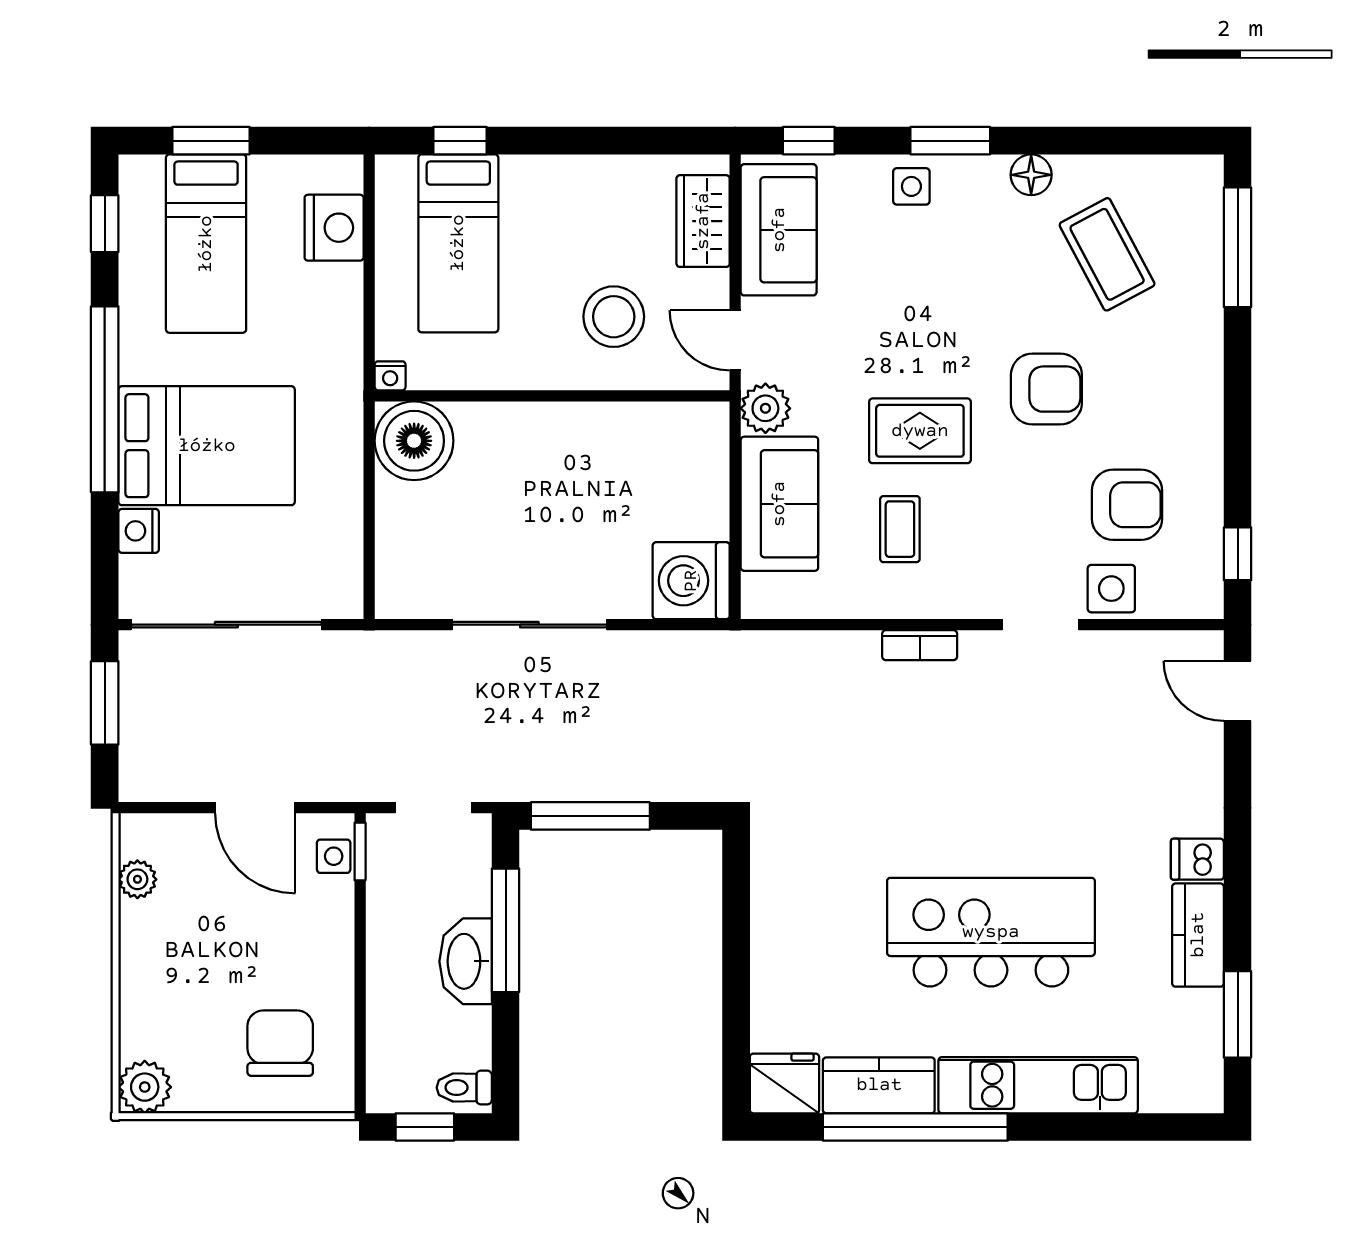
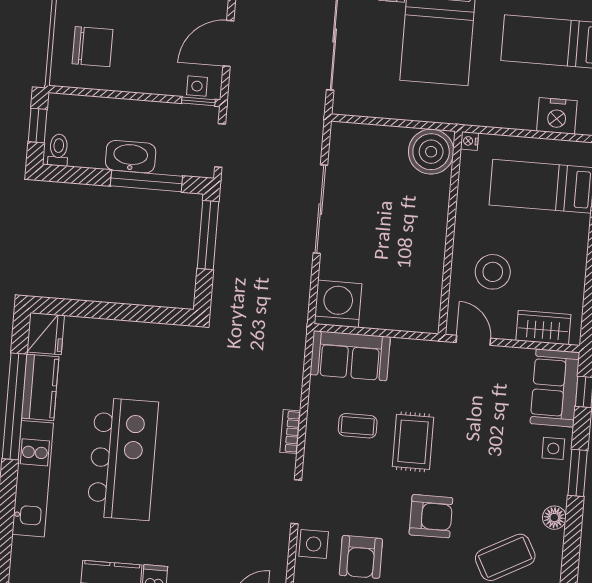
sofa: (779, 230) -> (555, 388), moved, turned 90
door: (735, 340) -> (473, 340), hinge flipped
armchair: (1046, 389) -> (431, 516), turned -90
plant: (765, 408) -> (433, 354), removed
sofa: (779, 504) -> (350, 356), moved

